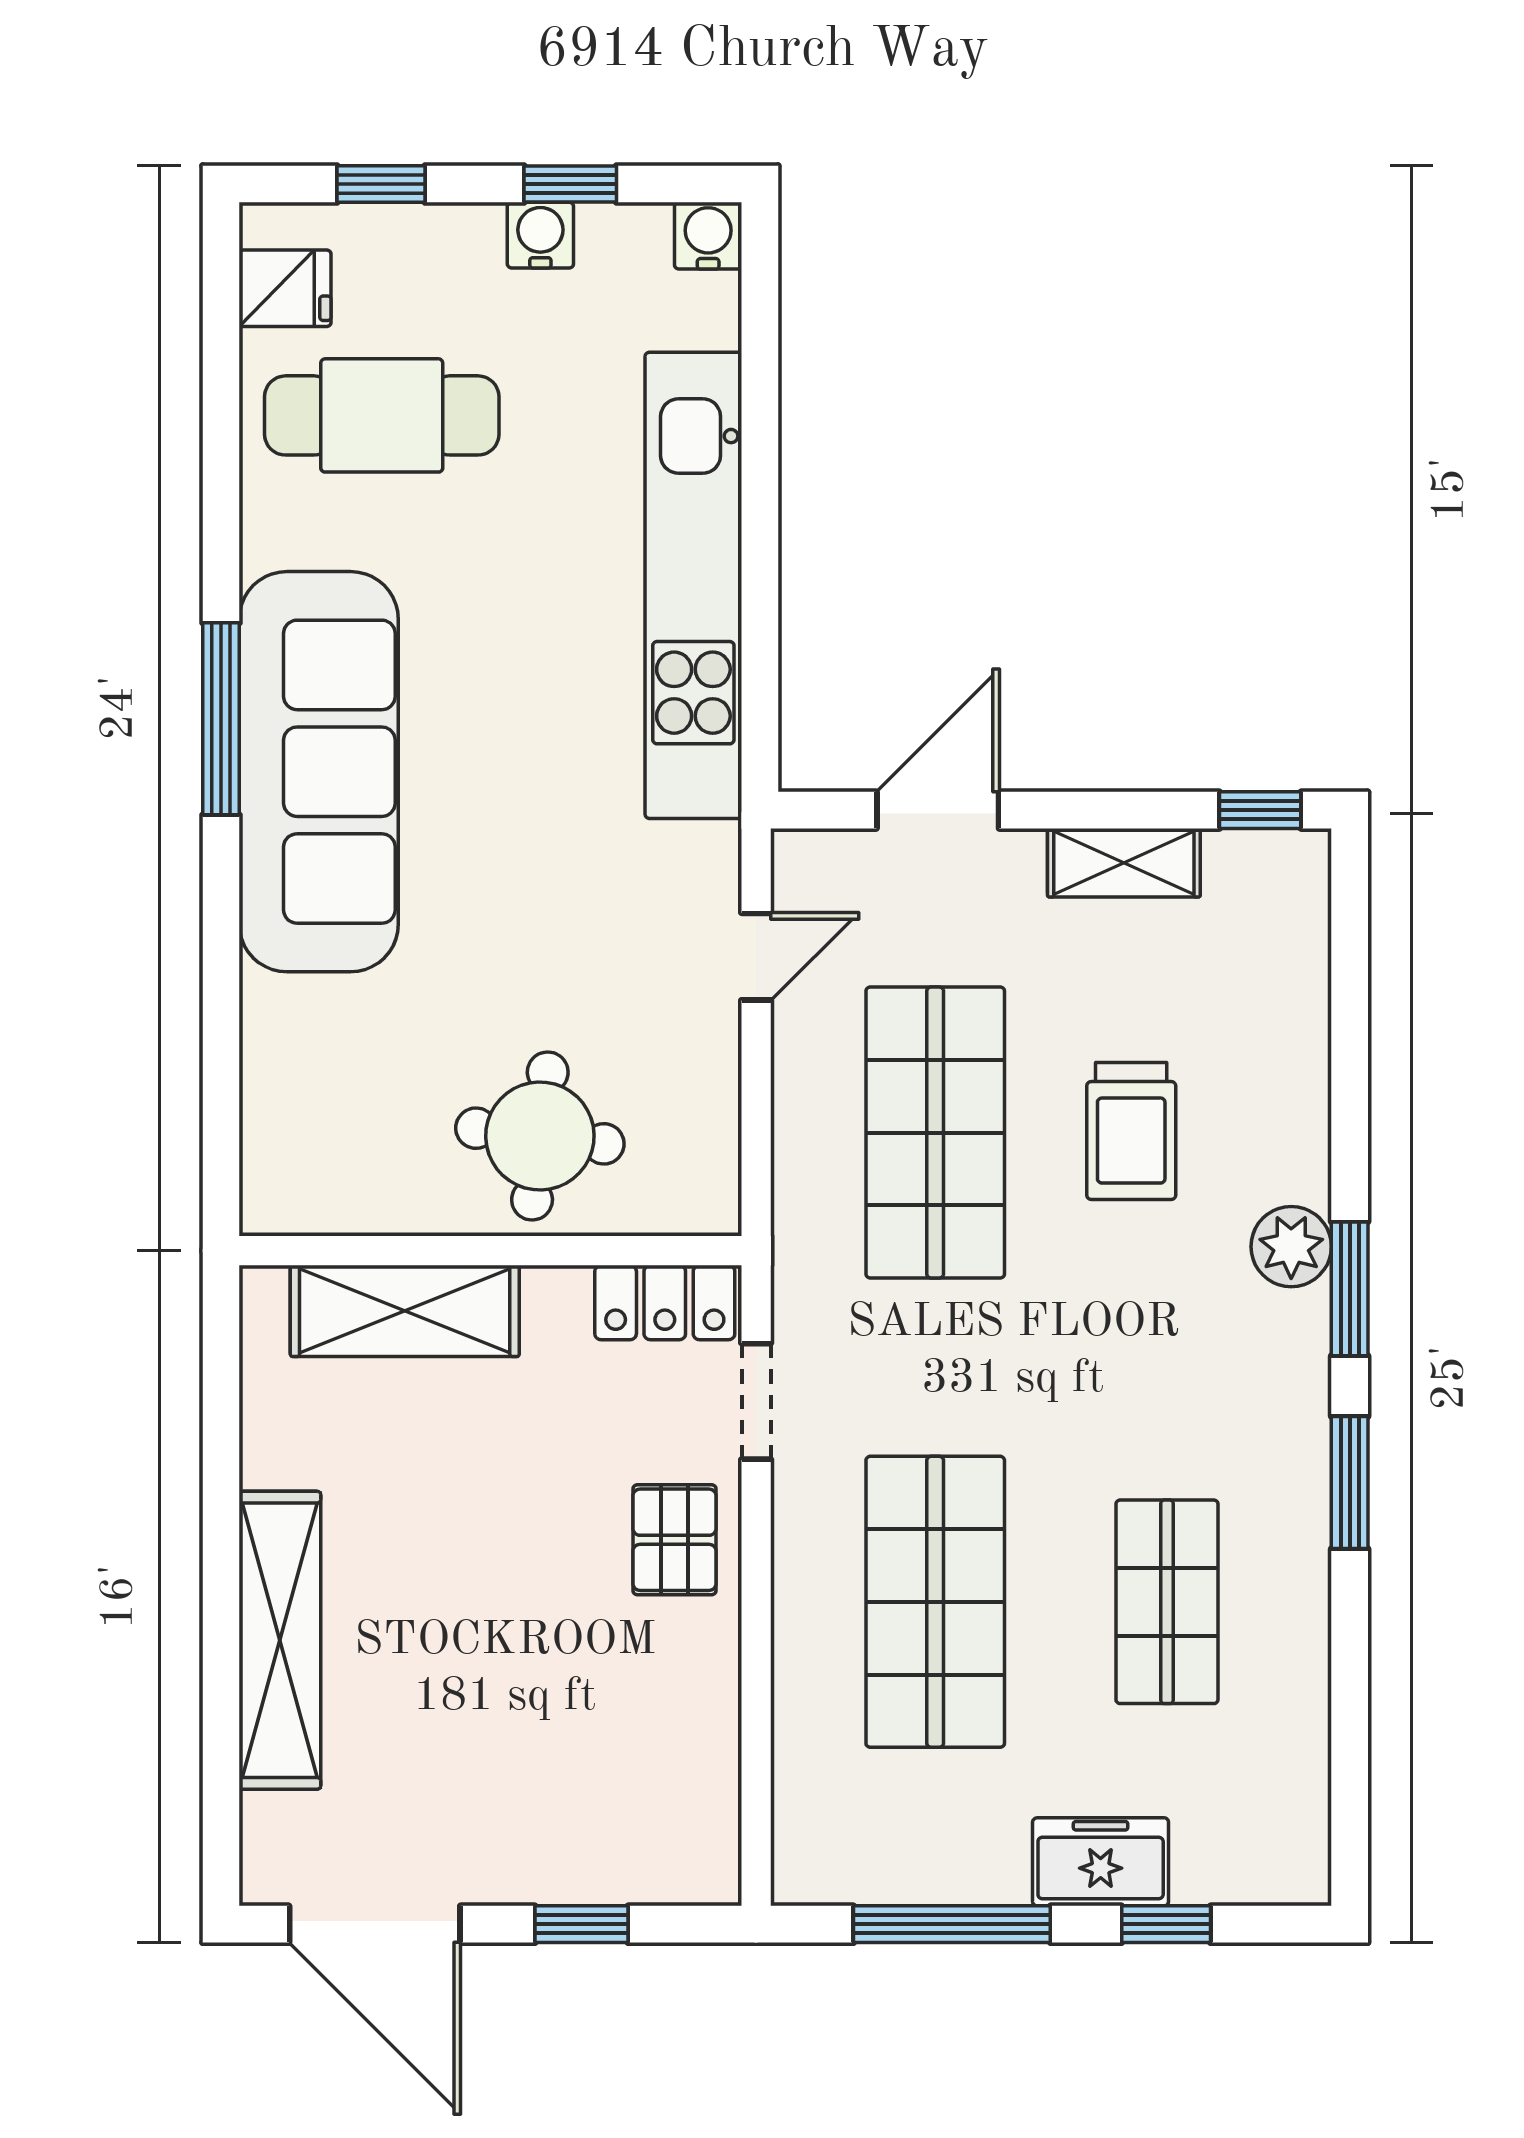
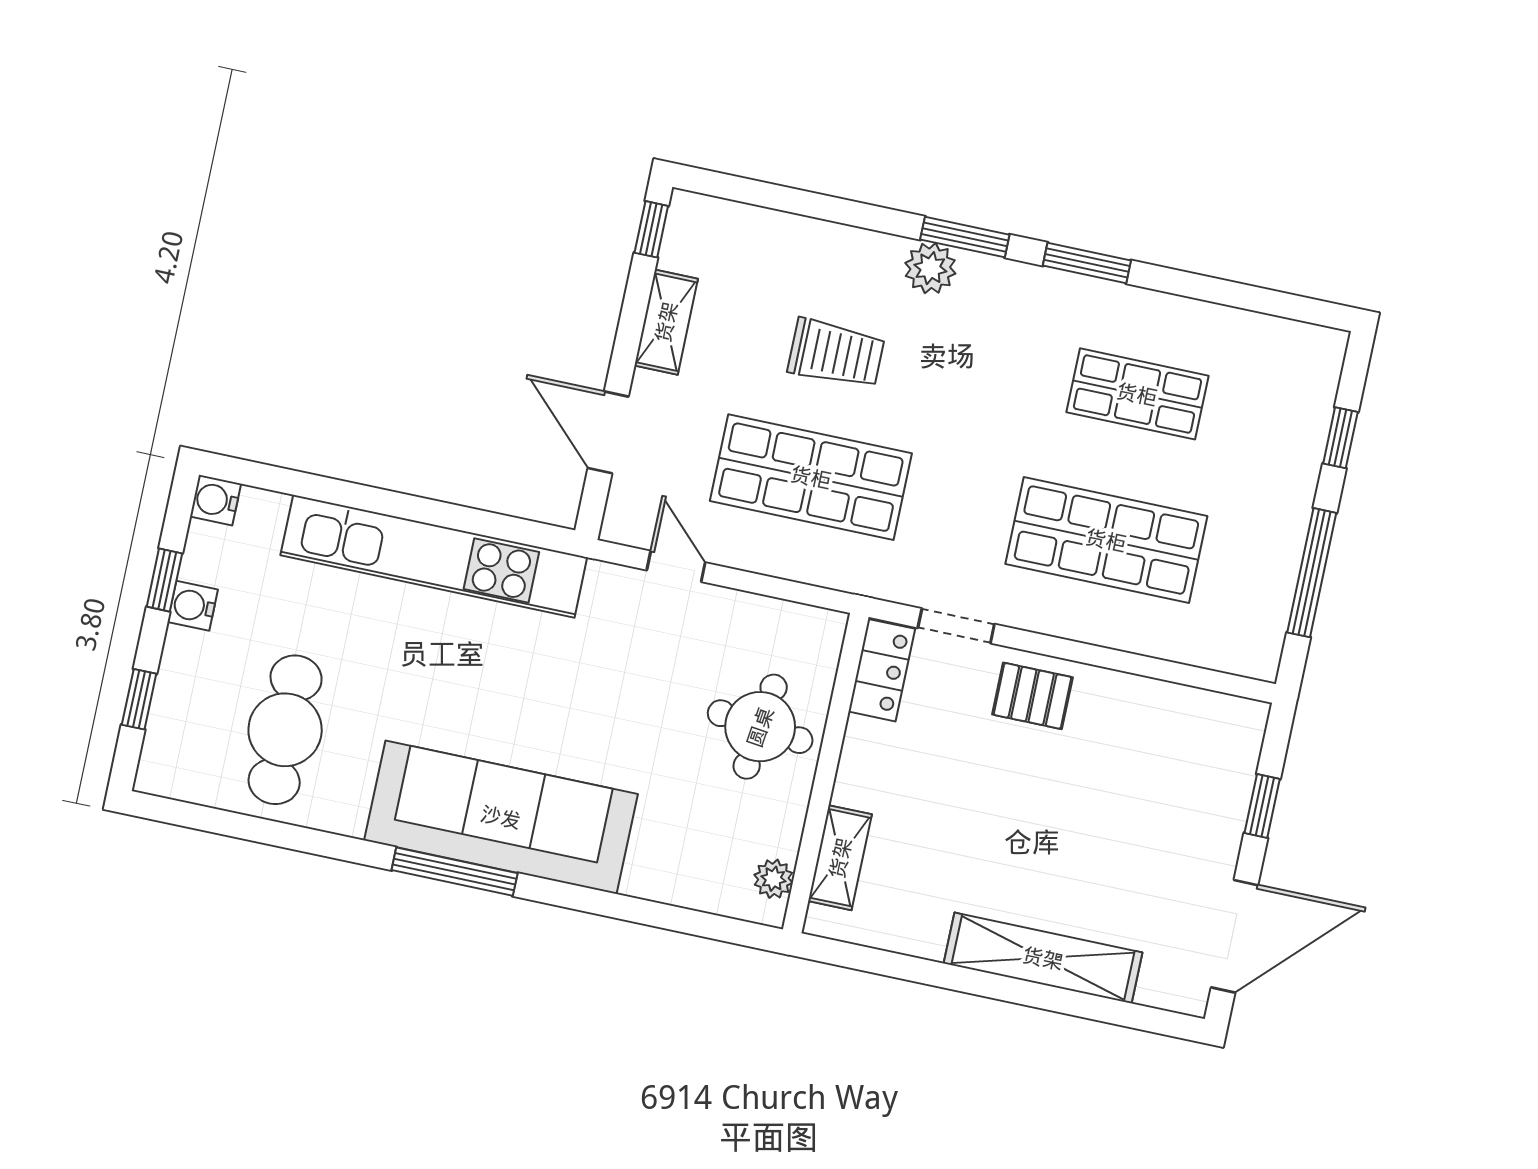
fridge: (285, 288) -> (192, 774), removed
plant: (313, 1205) -> (773, 879), added
shelving: (405, 1311) -> (840, 858), width x0.67, depth x0.75
freezer: (1101, 1862) -> (1292, 471), removed

